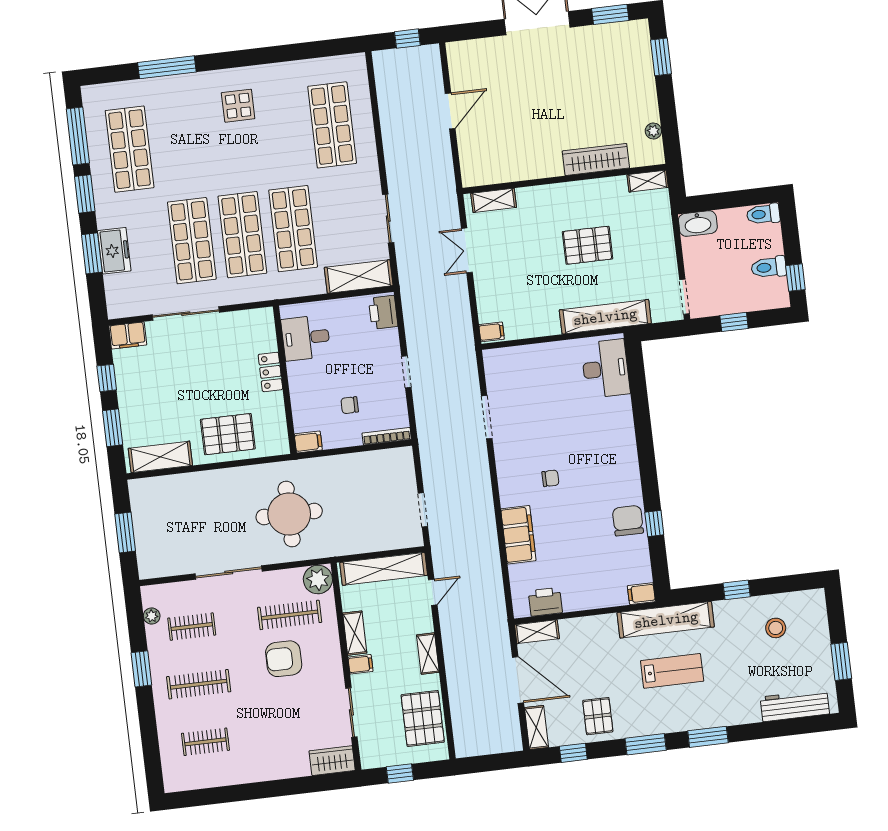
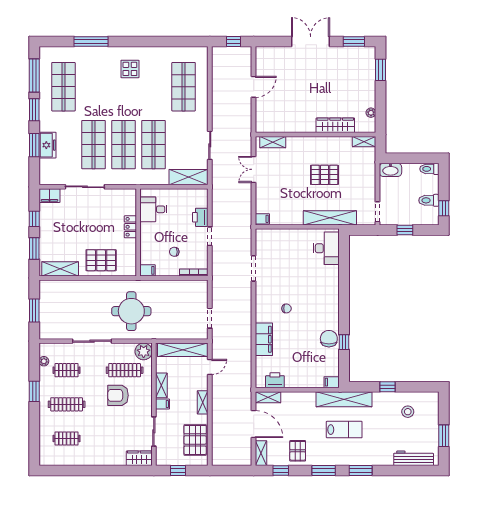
printer: (383, 312) -> (200, 217), moved

